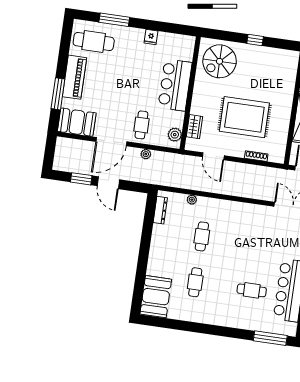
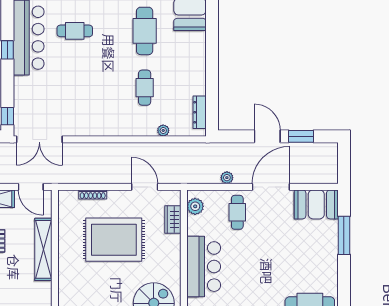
piano: (75, 77) -> (327, 258), removed
cafe table: (195, 282) -> (145, 31), width x1.37, depth x1.35

